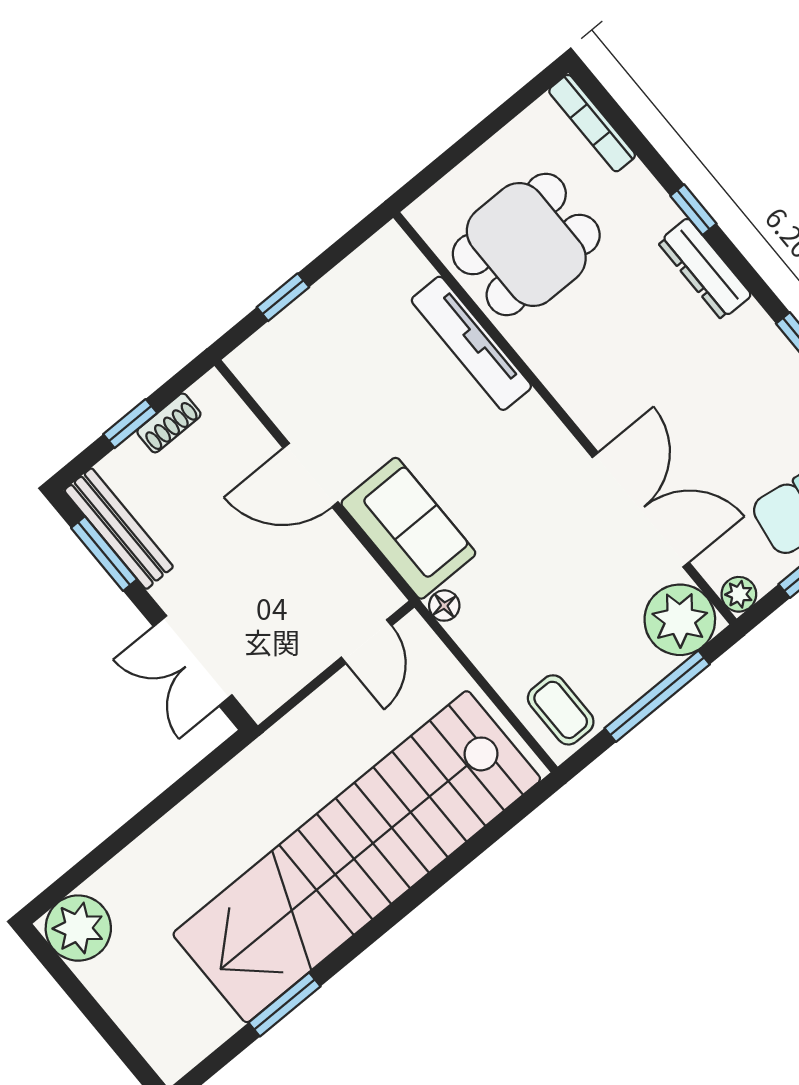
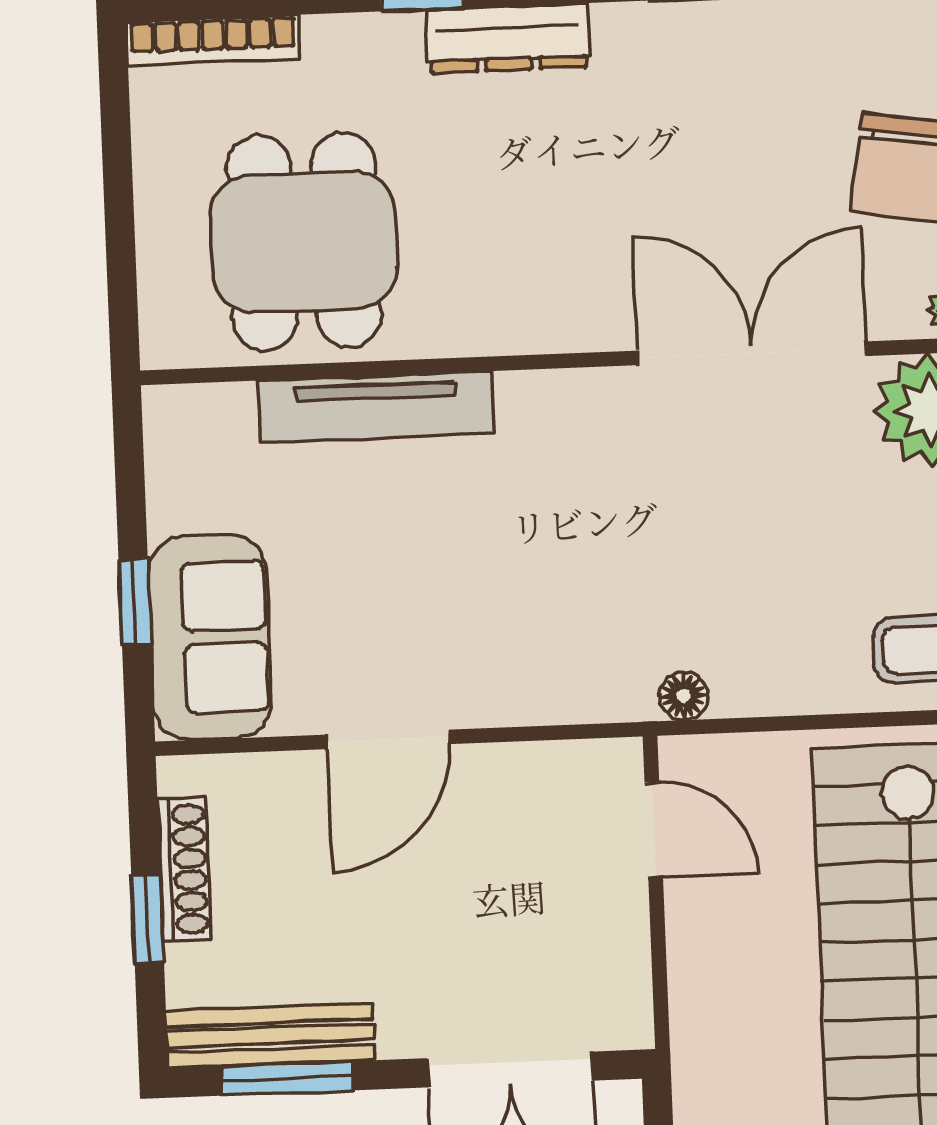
shoe rack: (169, 423) -> (184, 869), width x1.43
sofa: (408, 528) -> (210, 637), moved, turned 90

